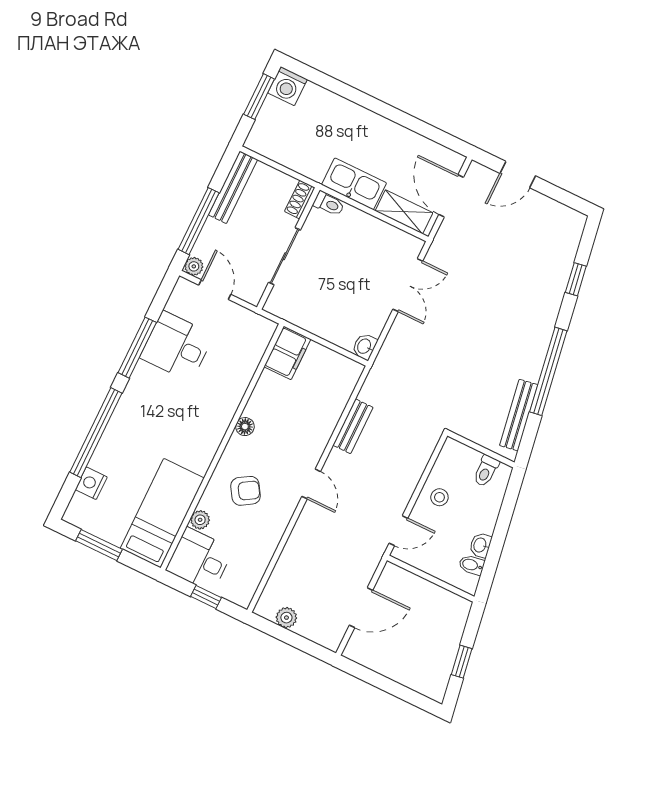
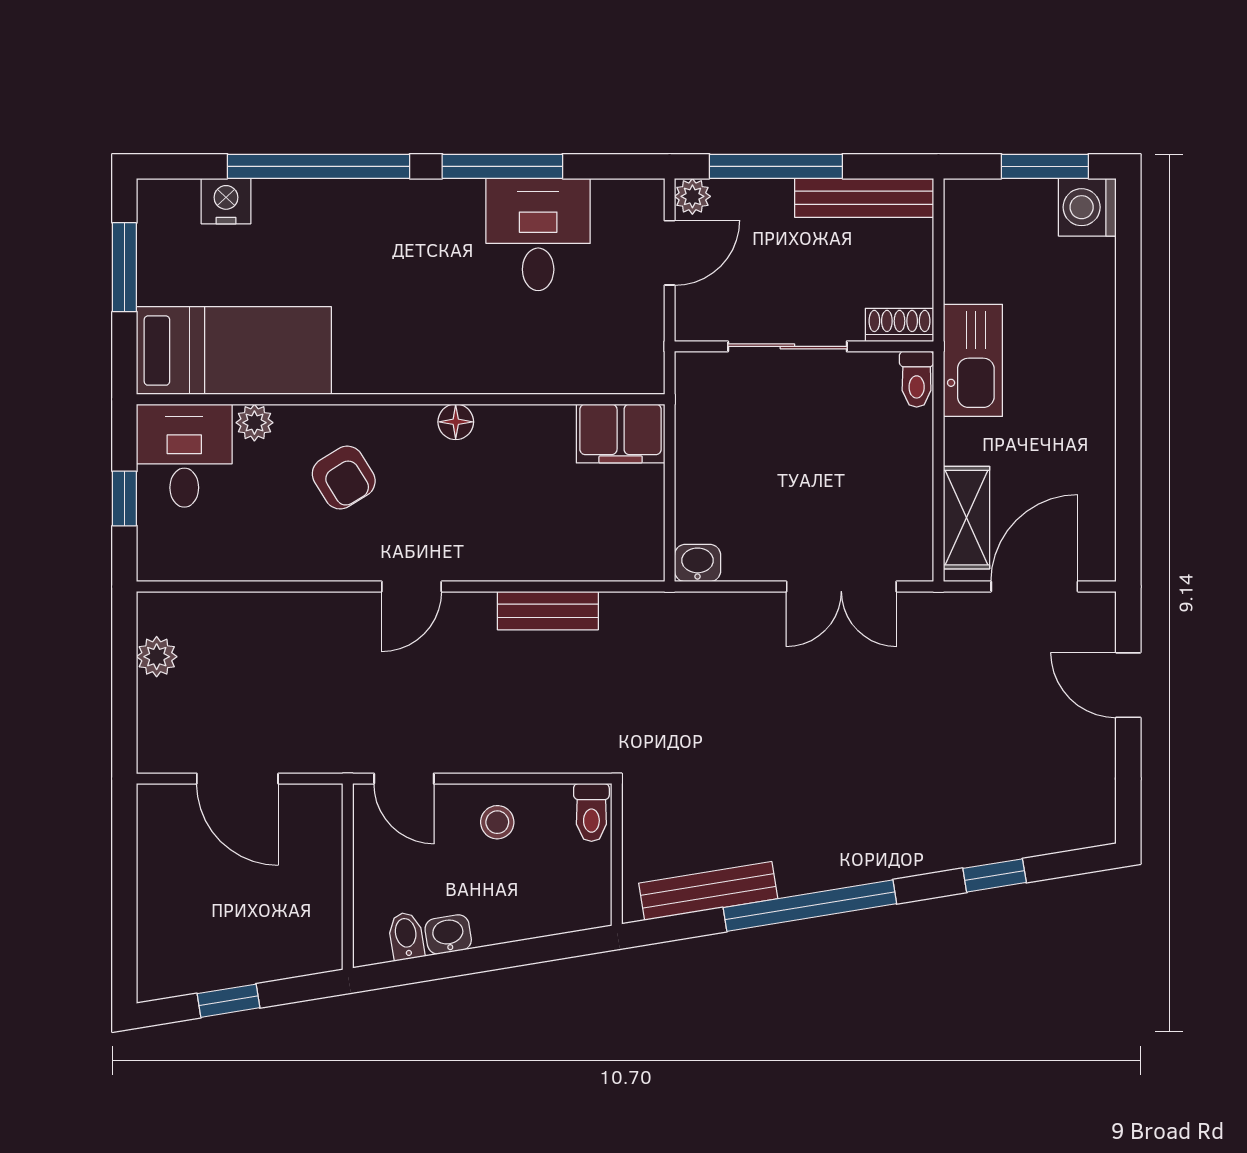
kitchen sink: (354, 184) -> (973, 360), moved
toilet: (486, 471) -> (591, 812), moved, turned -90

